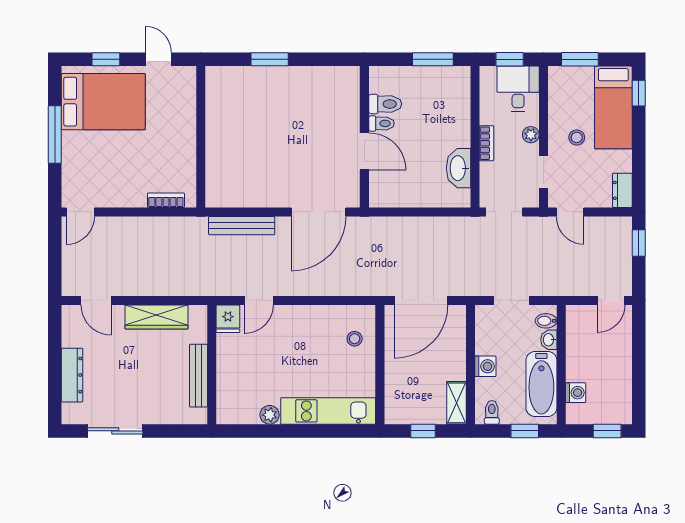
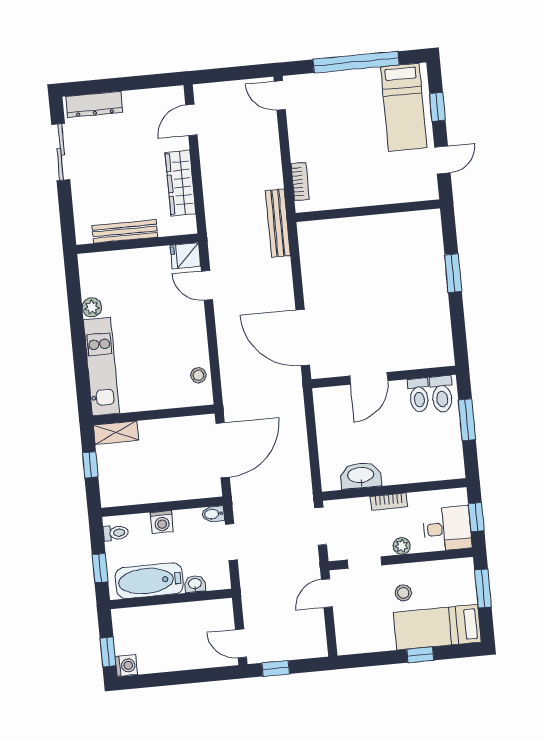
window: (433, 59) -> (467, 420), moved
window: (639, 93) -> (420, 655), moved
bed: (103, 102) -> (404, 107), width x0.67
toilet: (382, 123) -> (442, 394), moved, width x1.37, depth x1.39
window: (55, 135) -> (356, 62), width x1.46
dresser: (622, 190) -> (354, 644), removed
bench: (242, 226) -> (278, 223), moved
window: (639, 243) -> (276, 668), moved
door: (421, 300) -> (223, 450), swing flipped
bidet: (546, 321) -> (213, 514), moved, turned -90
stool: (355, 339) -> (198, 375), moved
dresser: (72, 375) -> (94, 104), moved
washing machine: (576, 393) -> (126, 666), moved, turned -90
shelving: (456, 403) -> (116, 433), moved

